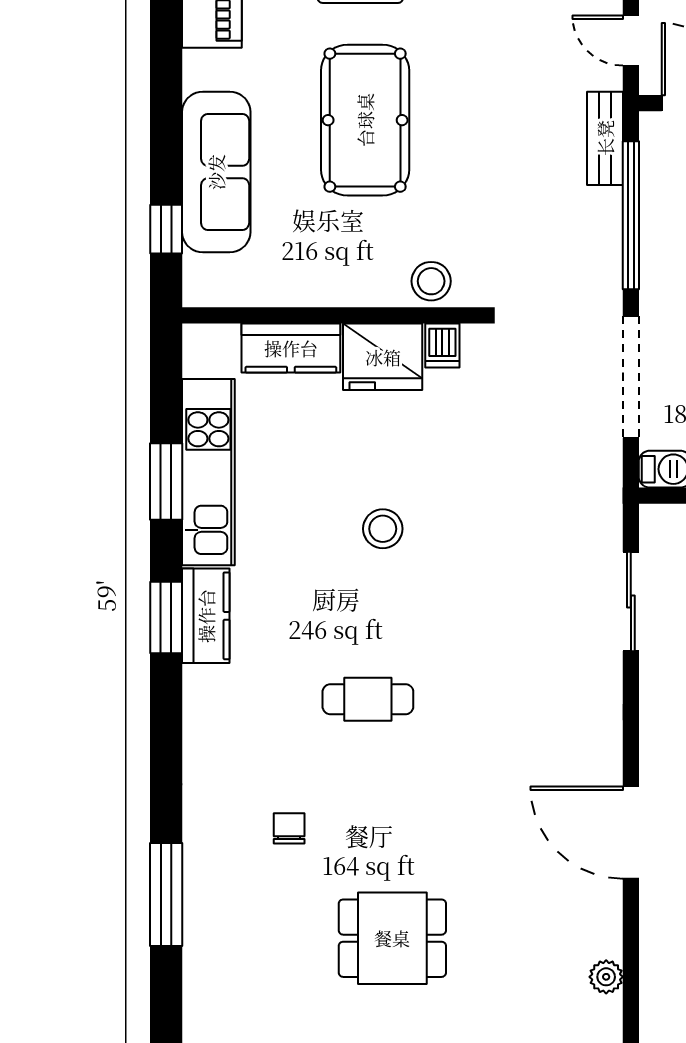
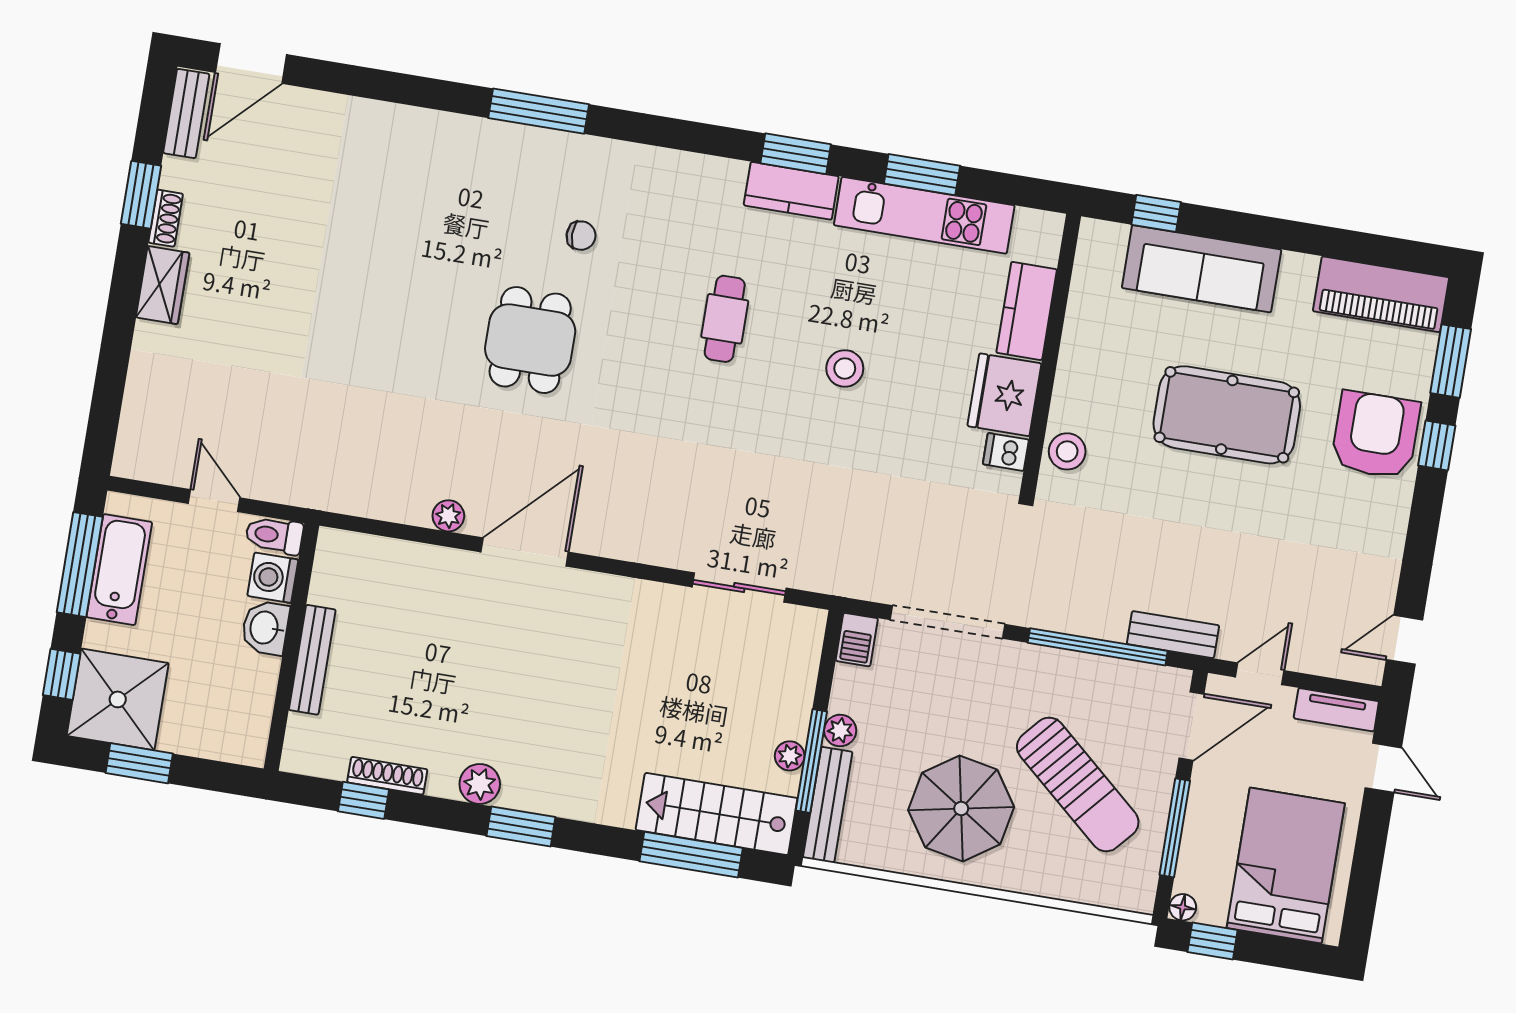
cafe table: (368, 699) -> (725, 319), moved
dining table: (392, 938) -> (530, 340), moved
plant: (606, 977) -> (448, 516), moved

